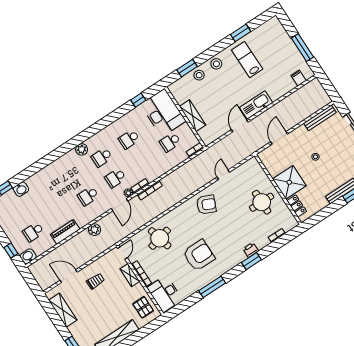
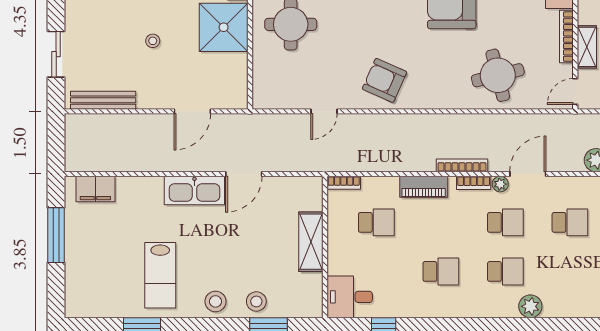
filing cabinet: (299, 78) -> (95, 189), width x2.00
desk: (163, 113) -> (350, 297), width x0.53, depth x0.77
piano: (160, 170) -> (424, 187), added

